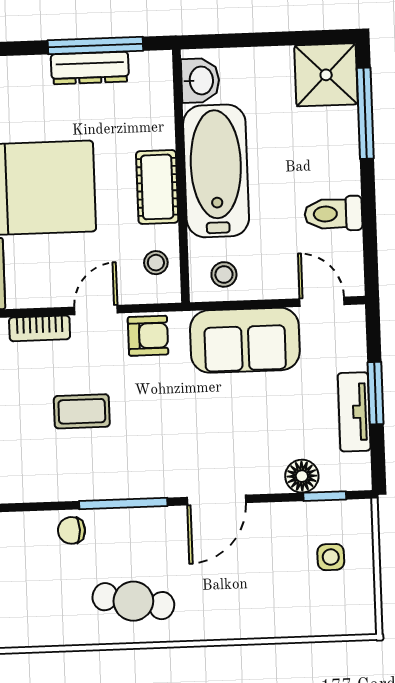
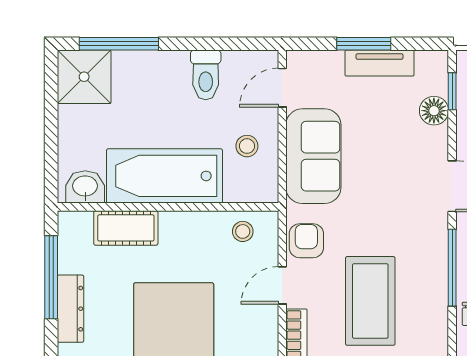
dresser: (90, 68) -> (70, 309), moved
cot: (157, 187) -> (126, 228), moved
stool: (224, 274) -> (247, 146), moved
door: (96, 310) -> (282, 285), hinge flipped
coffee table: (82, 411) -> (370, 301), width x1.86, depth x1.72

